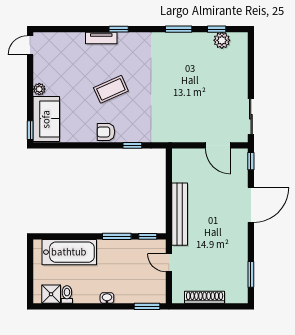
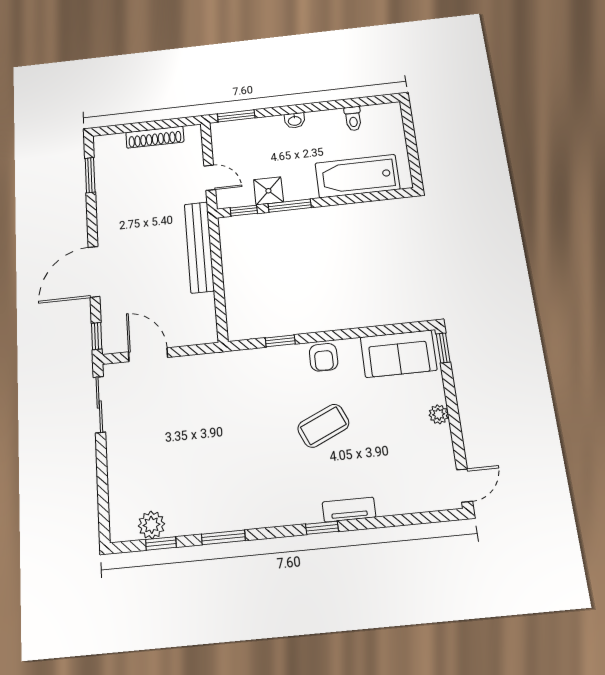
sofa: (46, 119) -> (399, 354), moved, turned -90
armchair: (106, 132) -> (324, 357), turned 90
shower: (51, 294) -> (268, 191), moved

